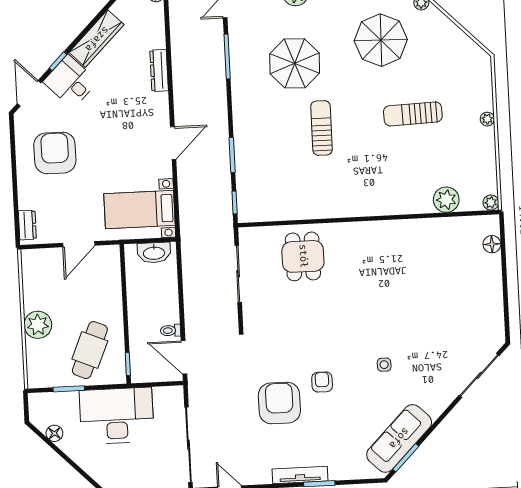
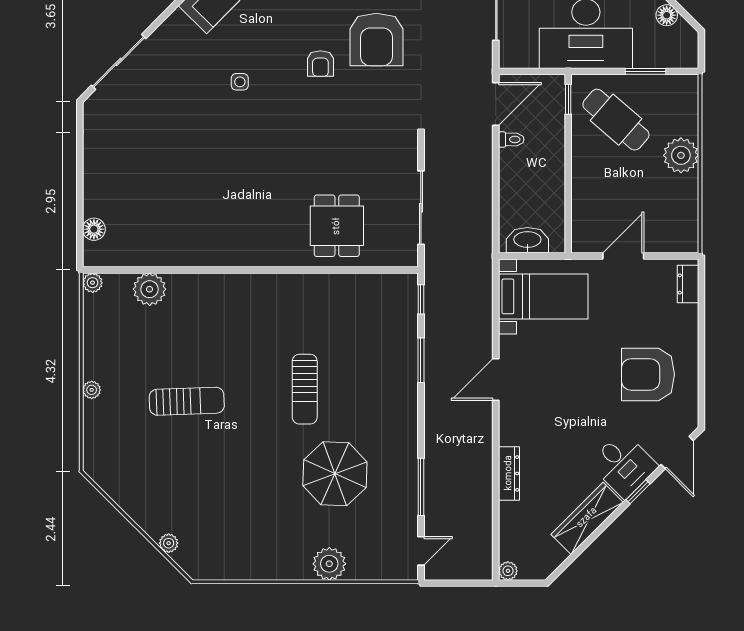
parasol: (381, 40) -> (223, 498), removed
armchair: (55, 153) -> (648, 374), turned 90
cafe table: (90, 350) -> (616, 120), turned -72
door: (184, 357) -> (496, 104), hinge flipped

